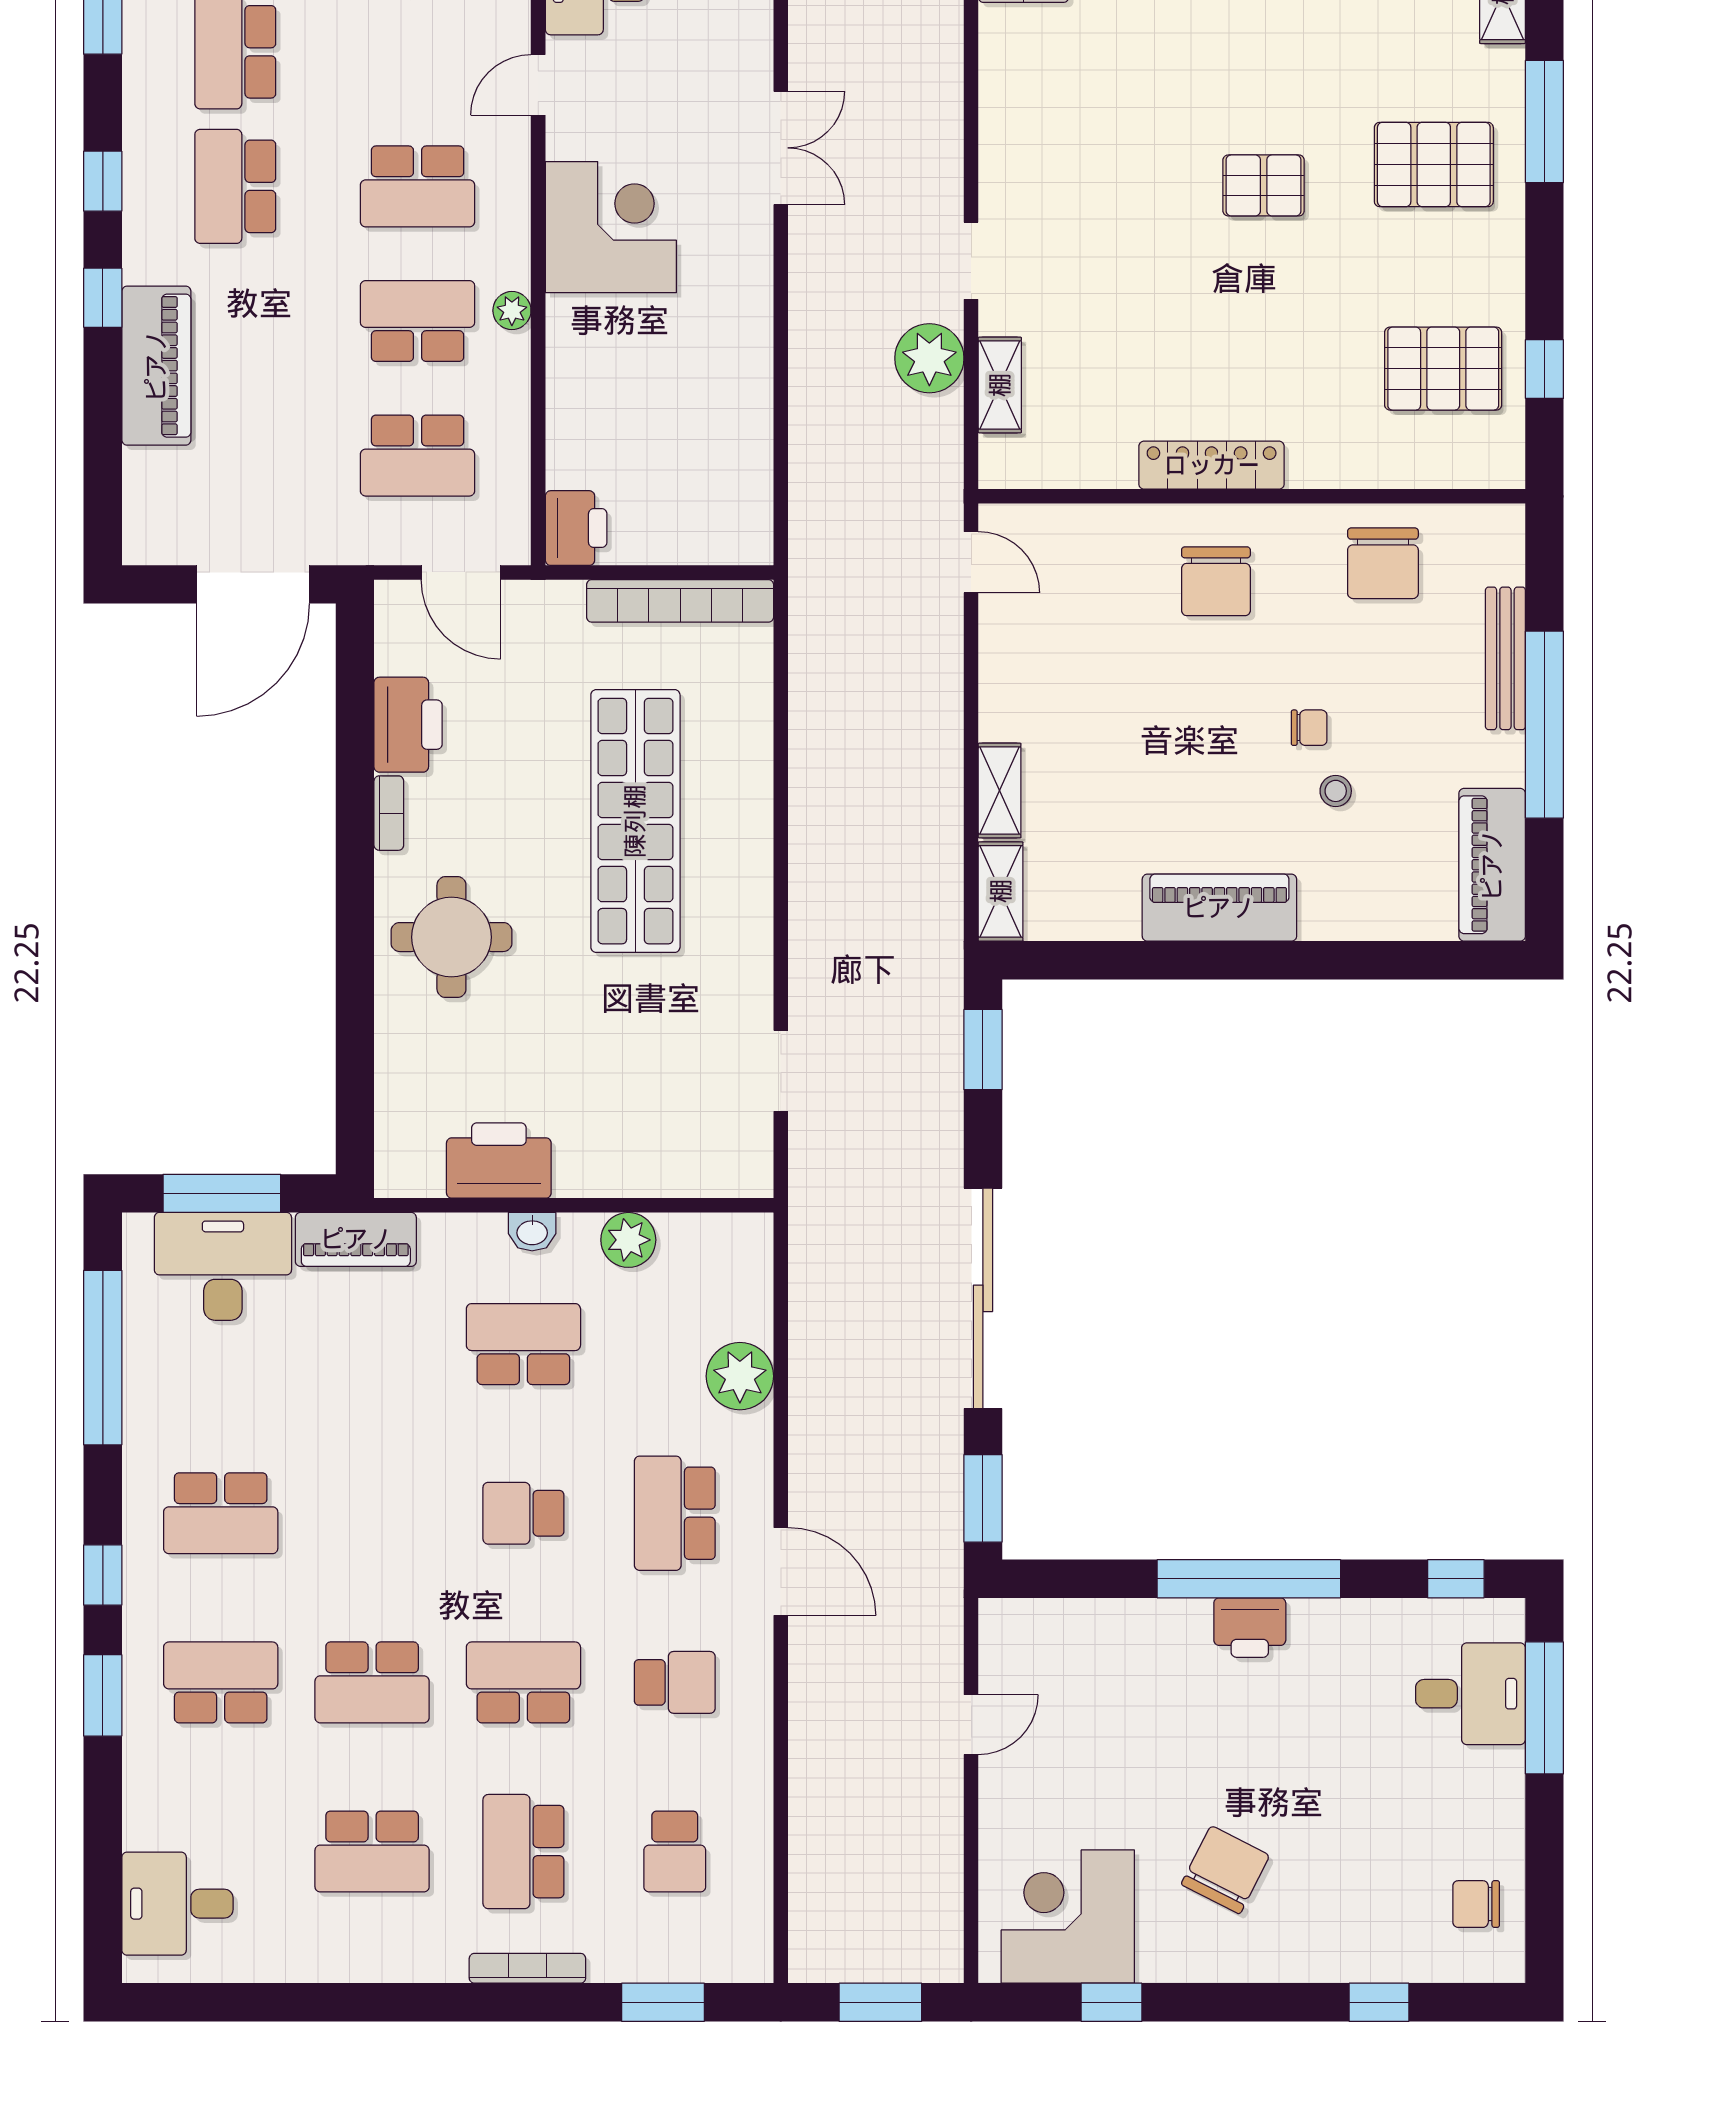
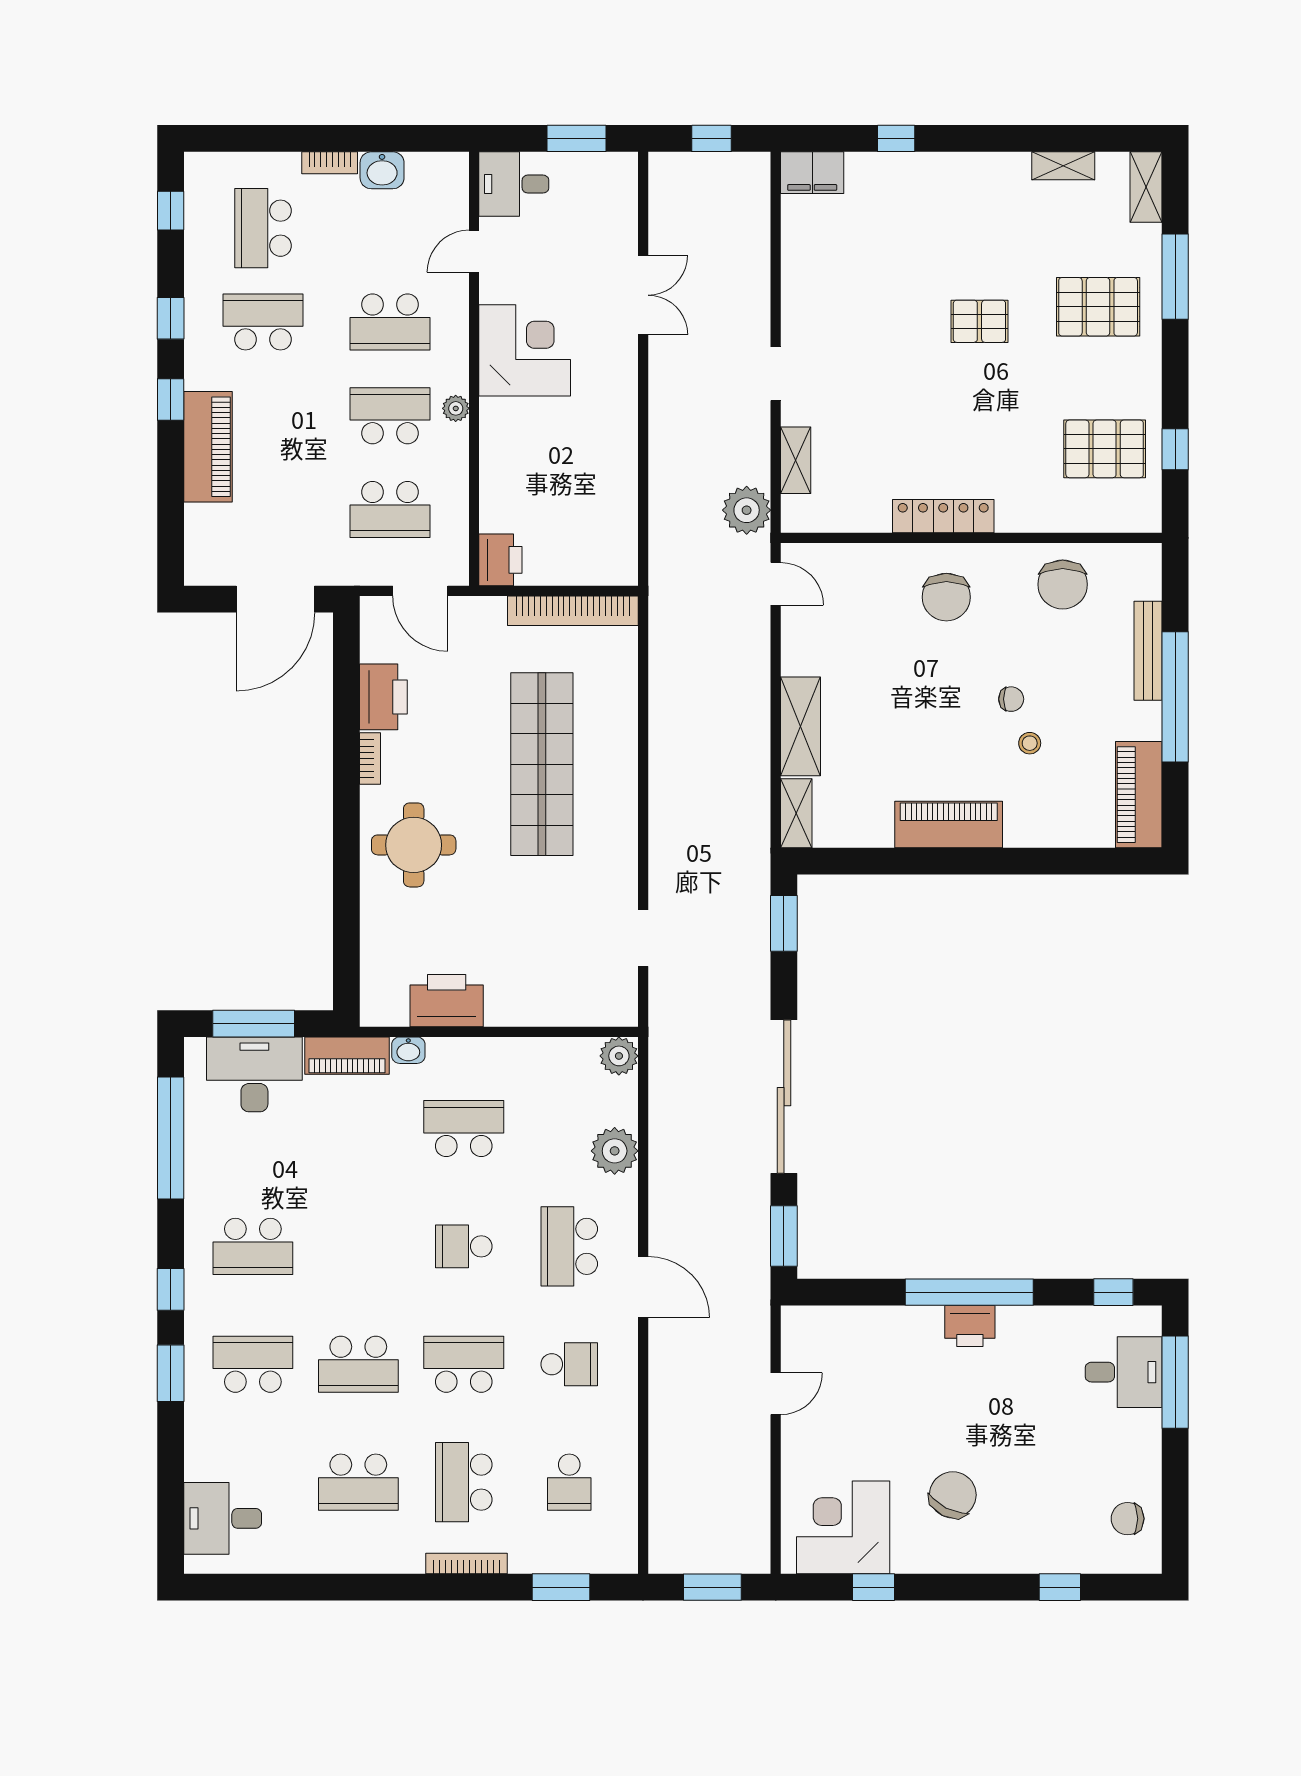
school desk: (235, 186) -> (263, 322), turned 90
plant: (929, 358) -> (747, 510), moved
shelving: (1000, 791) -> (800, 726), width x1.50, depth x1.33
washbasin: (532, 1232) -> (408, 1050), moved
plant: (628, 1240) -> (619, 1056), moved

